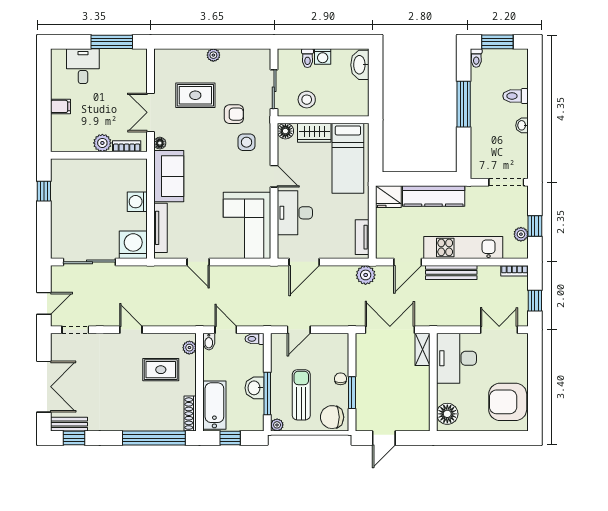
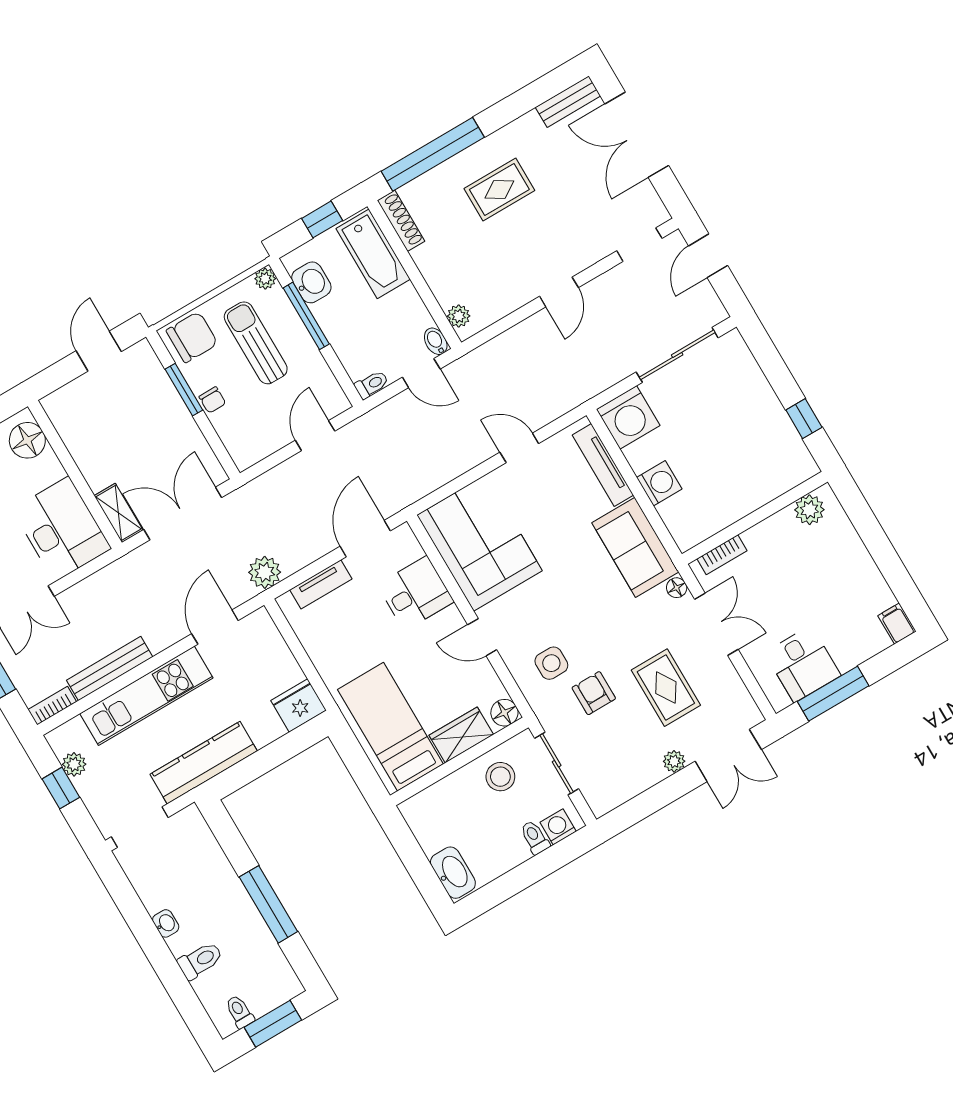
double door: (184, 42) -> (728, 755), added
washing machine: (323, 56) -> (558, 827), moved
toilet: (476, 58) -> (240, 1012), moved
desk: (83, 66) -> (803, 664), moved
rug: (195, 95) -> (666, 688), turned 90
filing cabinet: (60, 106) -> (897, 624), moved, turned 90
armchair: (234, 114) -> (594, 693), turned 90
plant: (102, 143) -> (809, 510), moved
kitchen counter: (434, 196) -> (204, 763), moved
desk: (295, 213) -> (416, 593), width x0.73
tv unit: (362, 237) -> (321, 584), moved, turned 90
bench: (451, 272) -> (110, 669), moved
door: (131, 330) -> (559, 292), hinge flipped
double door: (390, 330) -> (183, 514), swing flipped
rug: (161, 370) -> (499, 189), moved
washbasin: (255, 388) -> (311, 282), moved
sun lounger: (301, 395) -> (256, 343), turned 180
window: (74, 438) -> (549, 86), removed

